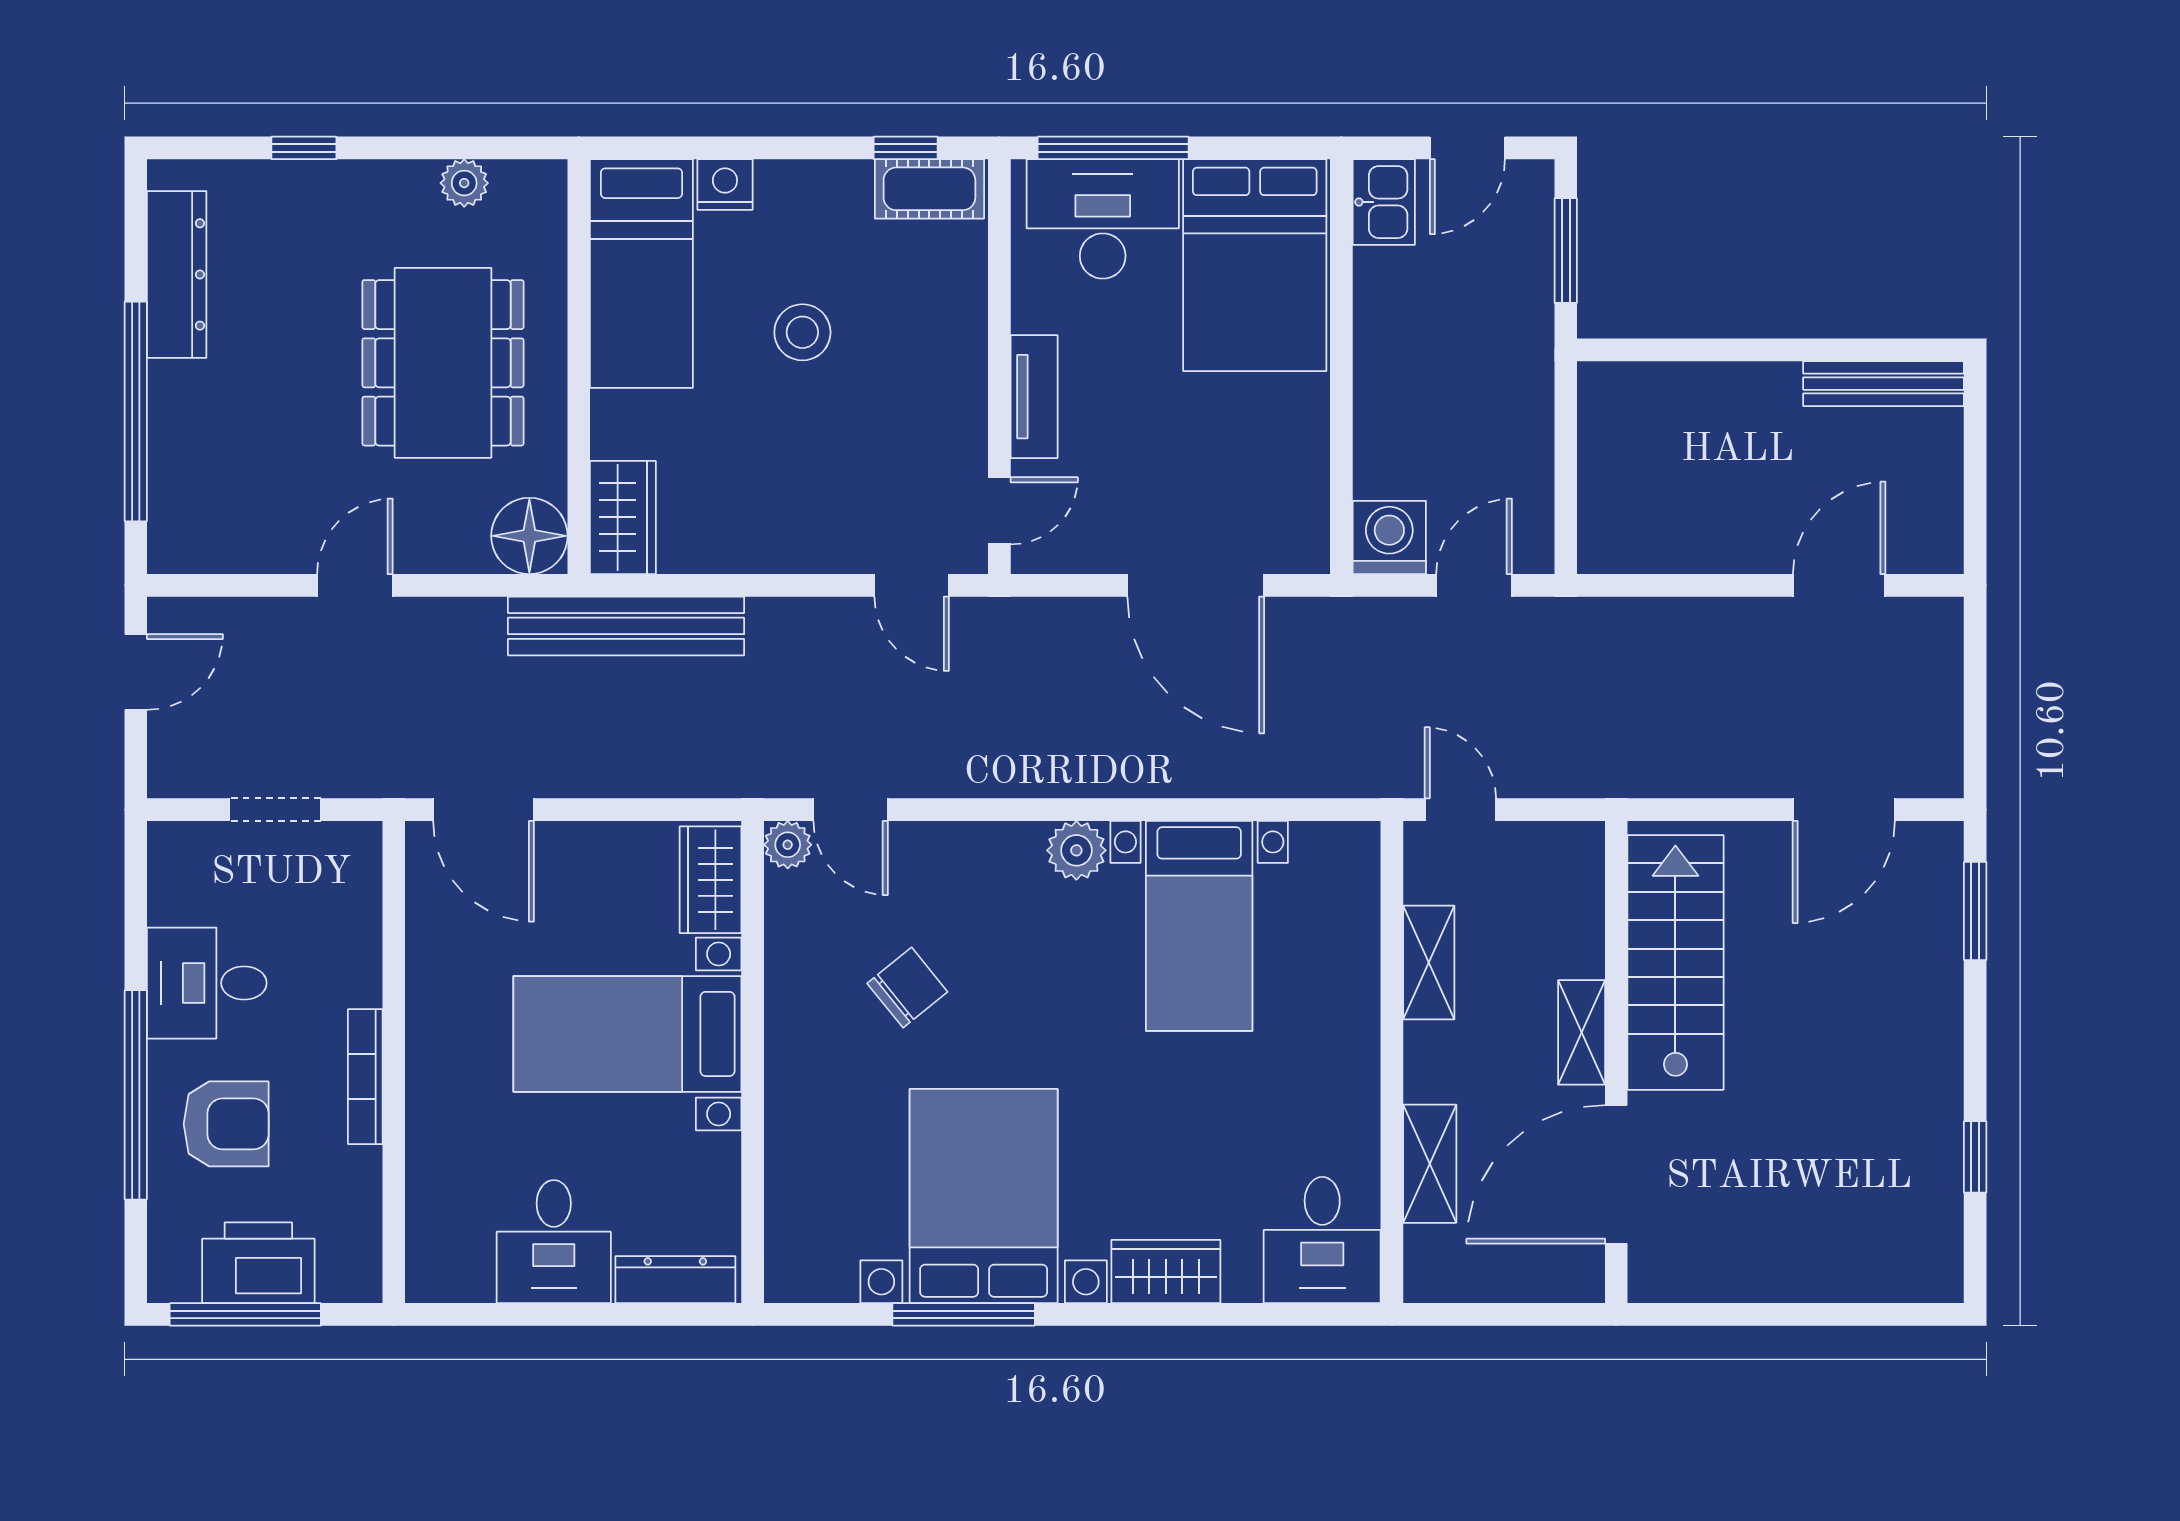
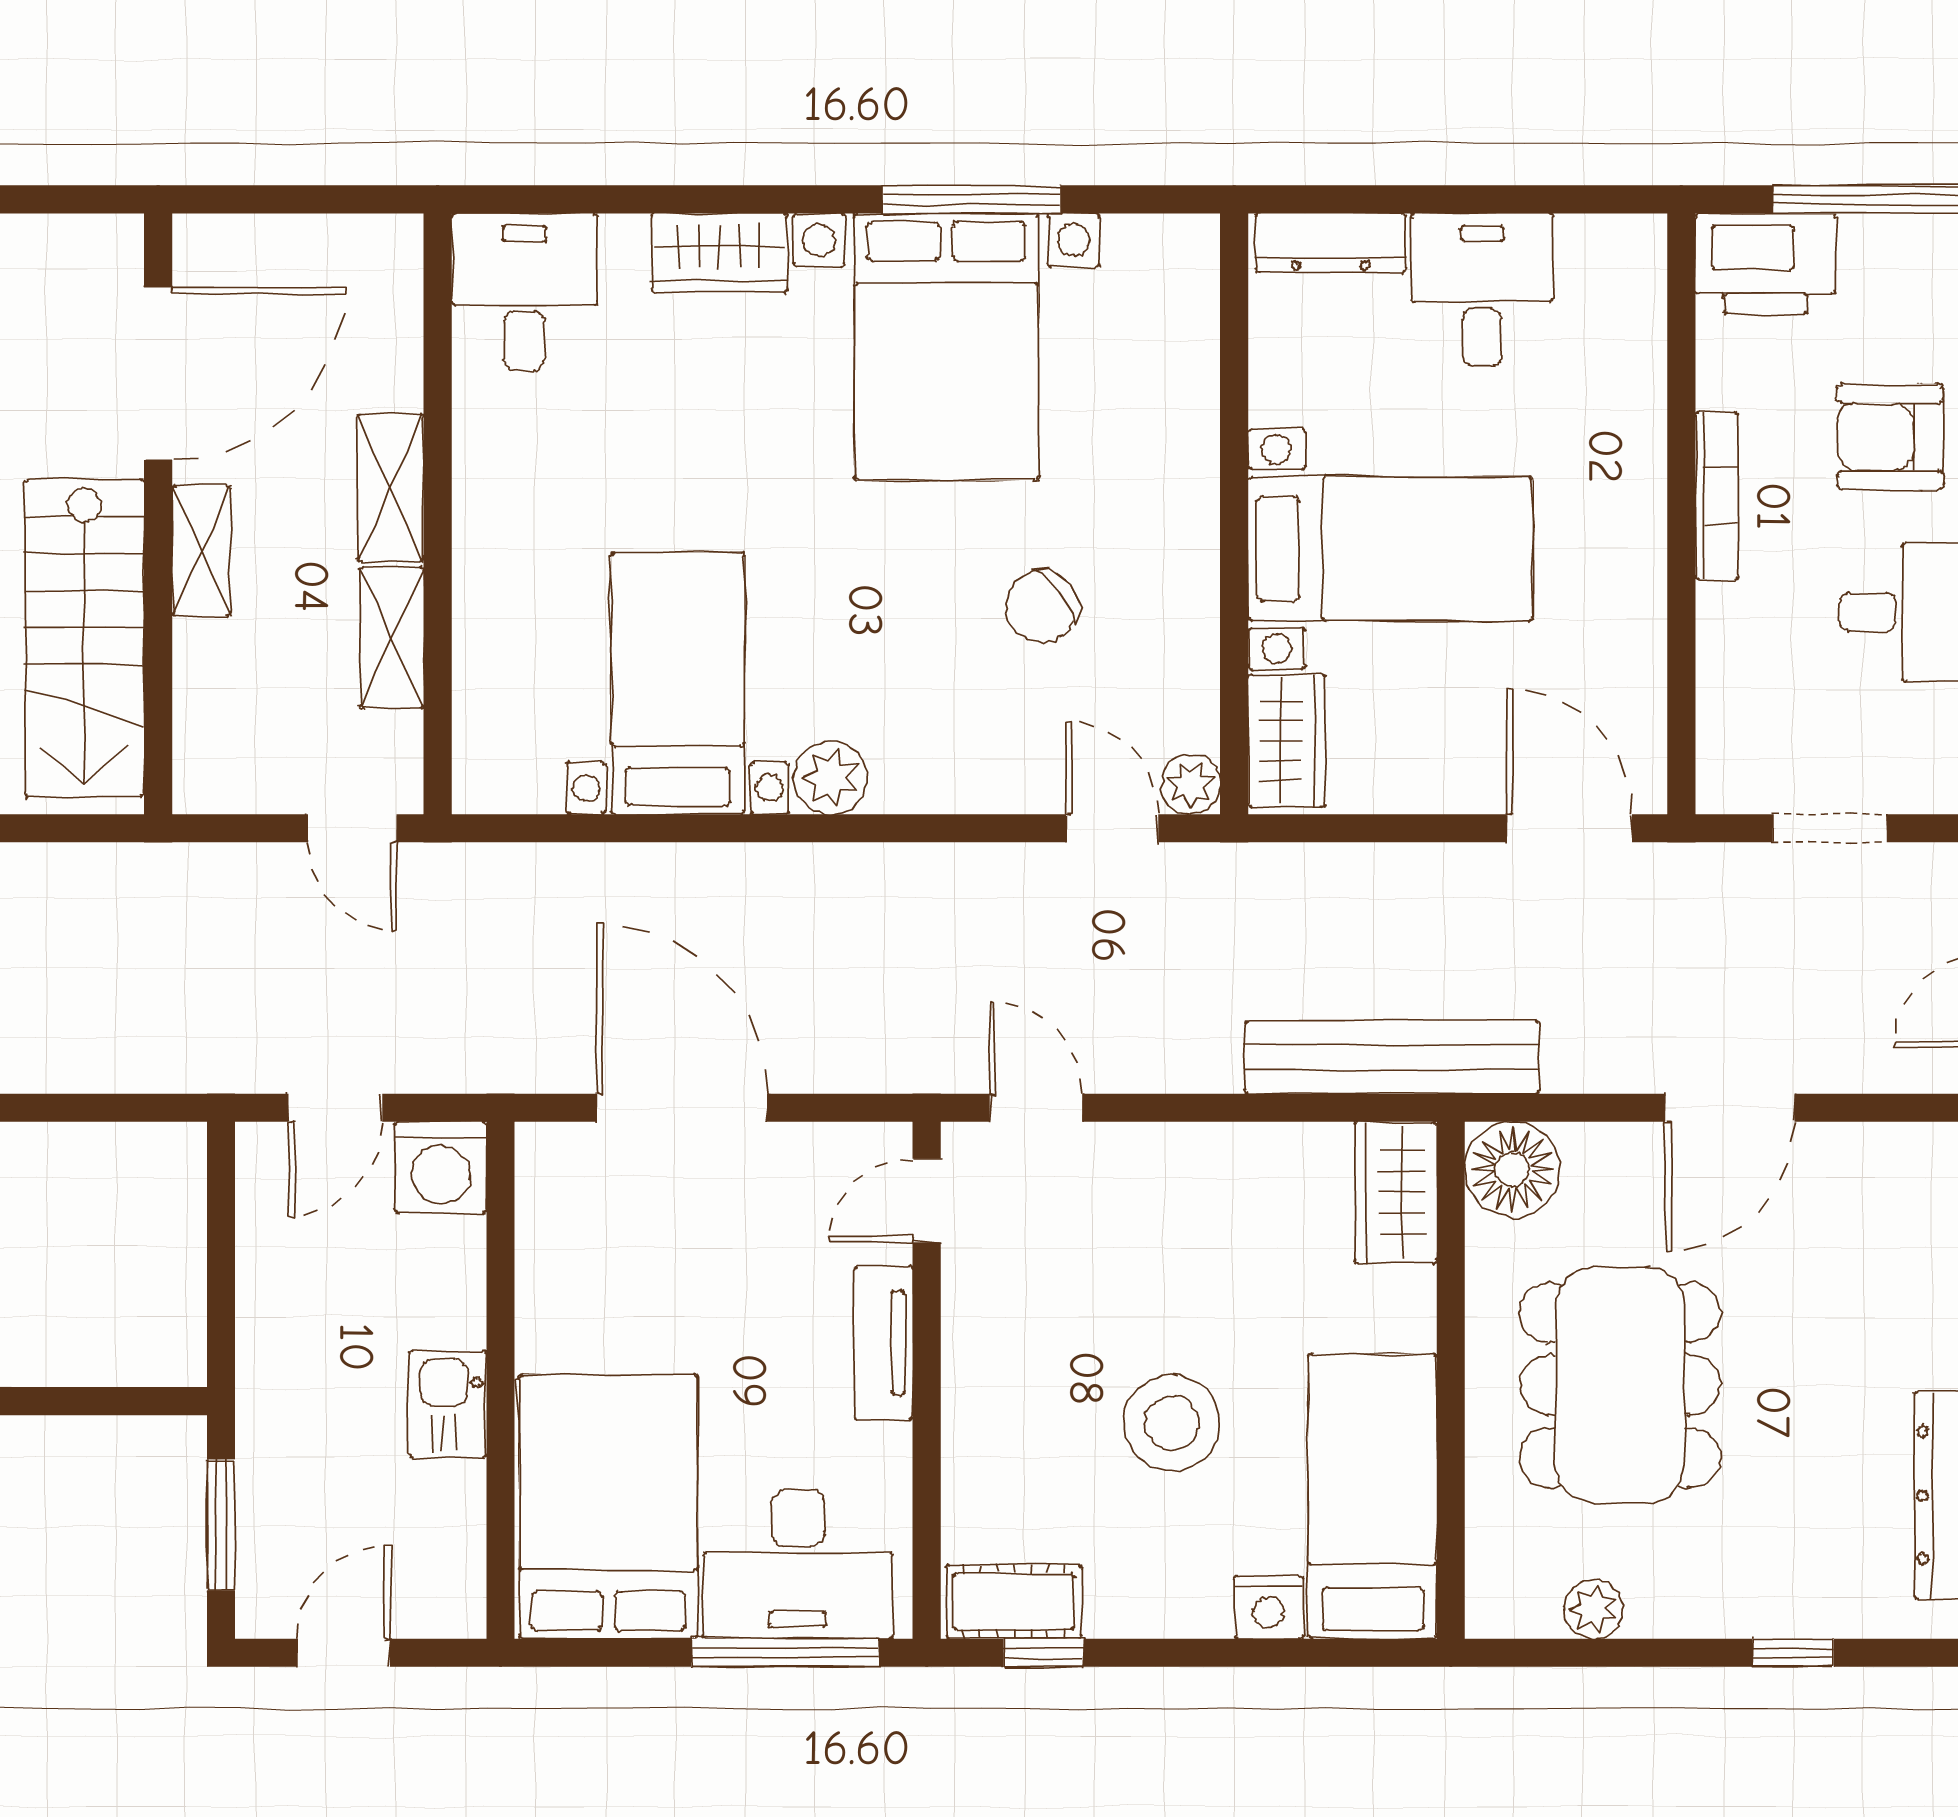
kitchen sink: (1384, 202) -> (448, 1404), moved
stool: (802, 332) -> (1172, 1423), width x1.38, depth x1.38
door: (355, 585) -> (1730, 1108), width x1.38
shelving: (1430, 1164) -> (391, 488), moved
printer: (258, 1263) -> (1765, 264), moved

